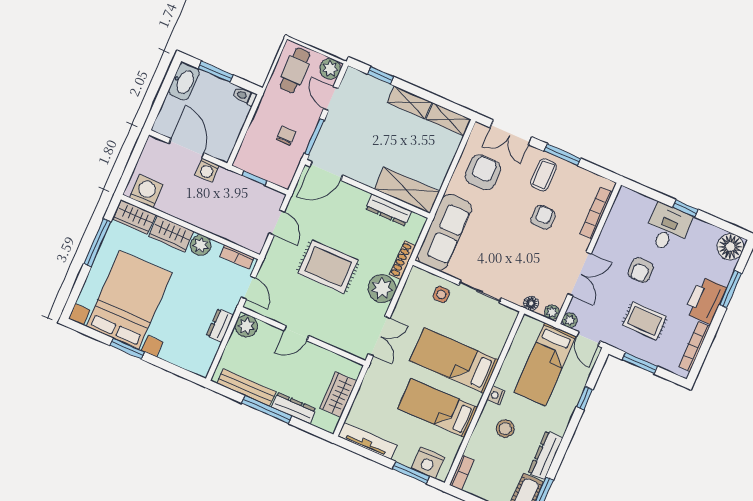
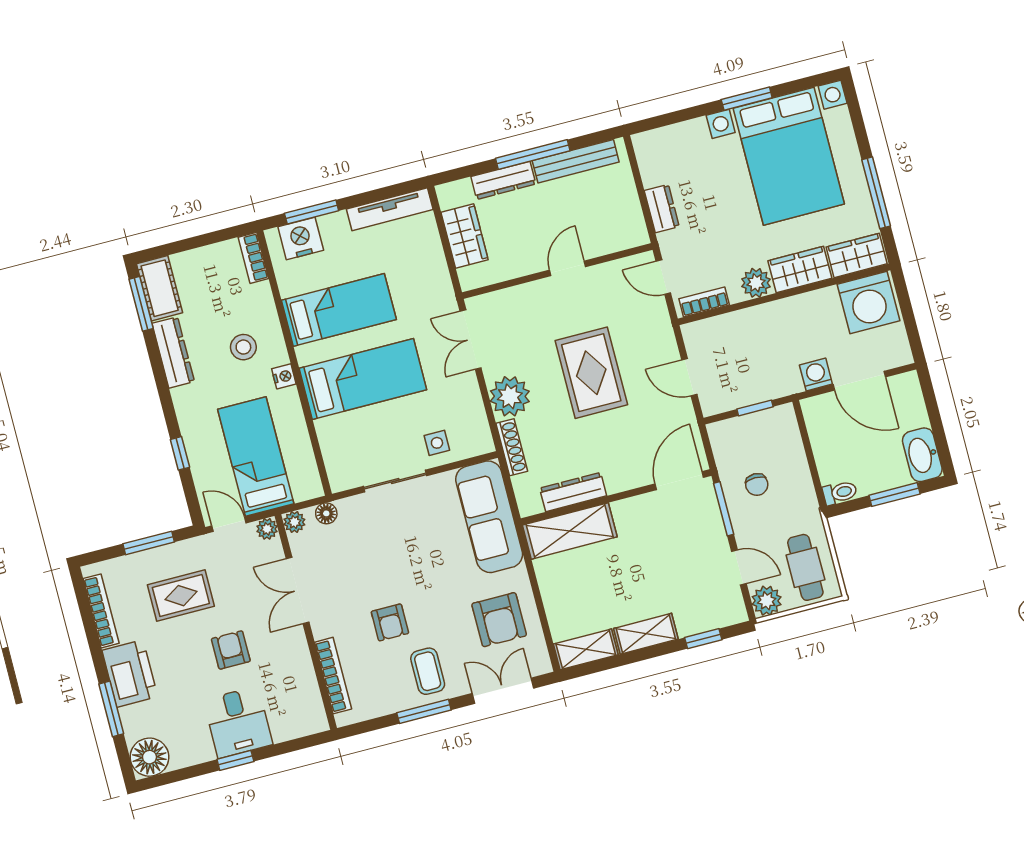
washing machine: (146, 191) -> (868, 302), width x1.37, depth x1.37
rug: (328, 267) -> (591, 373), turned 90
plant: (246, 326) -> (631, 232), removed

